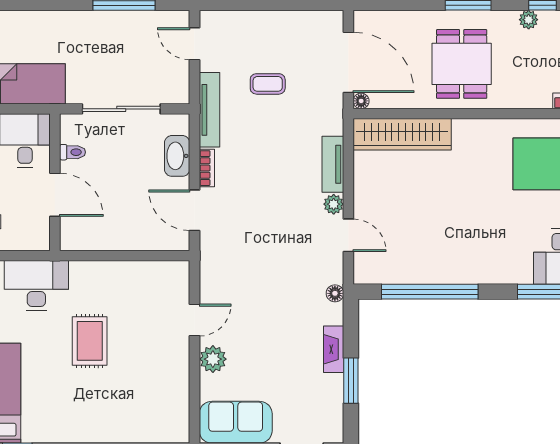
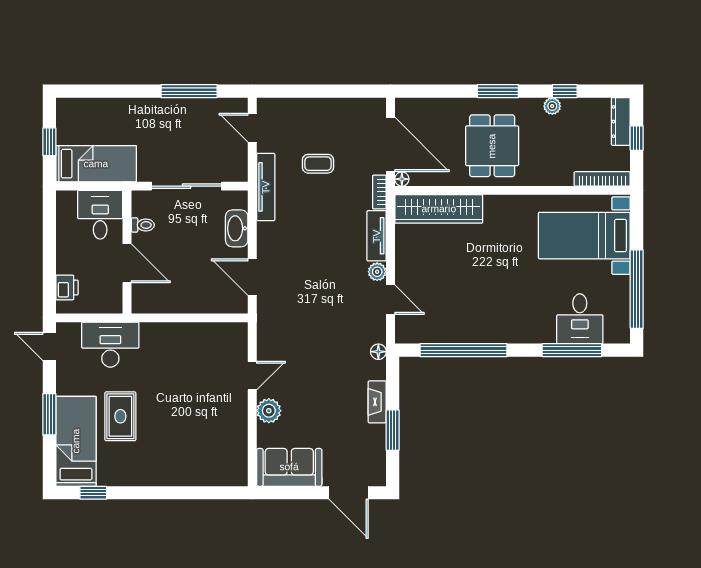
bookcase: (207, 168) -> (379, 192), moved, turned 180
rug: (90, 341) -> (120, 416), moved

